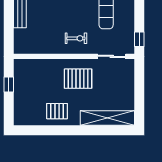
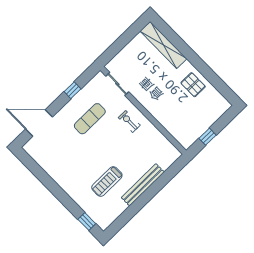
window: (139, 39) -> (72, 90), moved
pallet: (78, 79) -> (156, 92), removed

